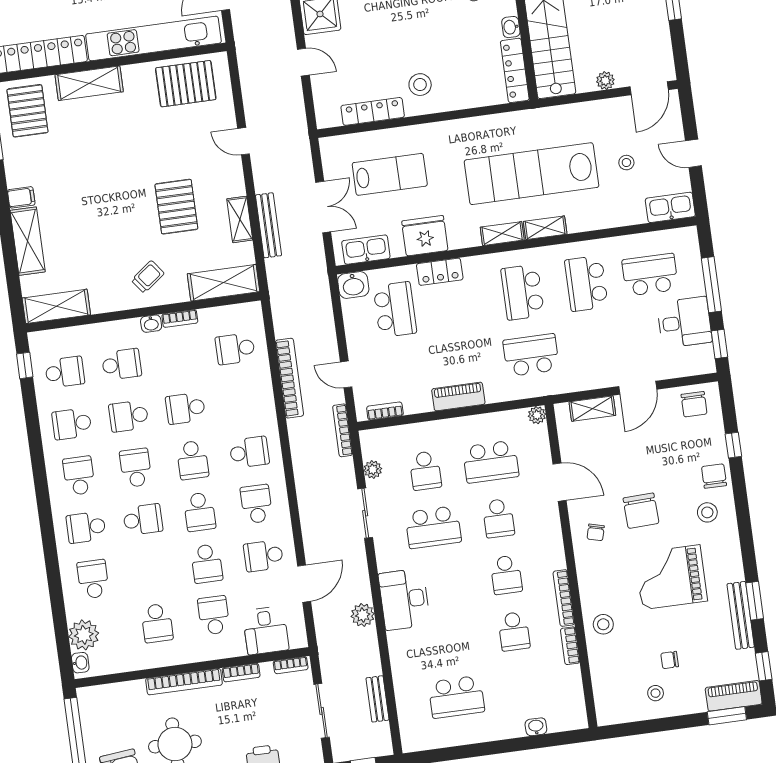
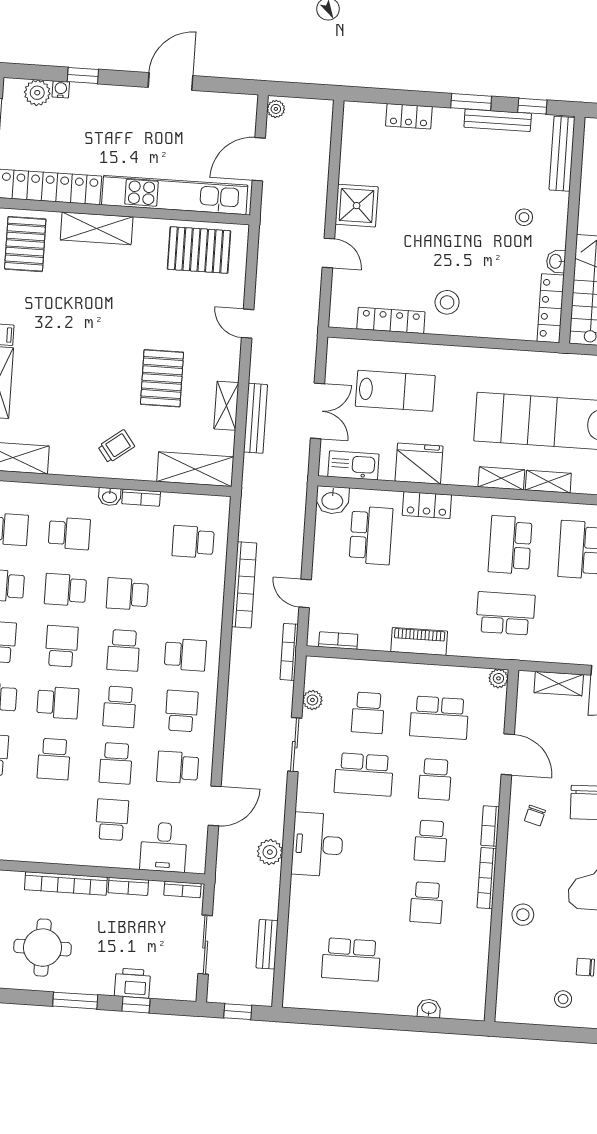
school desk: (157, 623) -> (54, 759), moved
bookcase: (570, 646) -> (490, 826), moved

